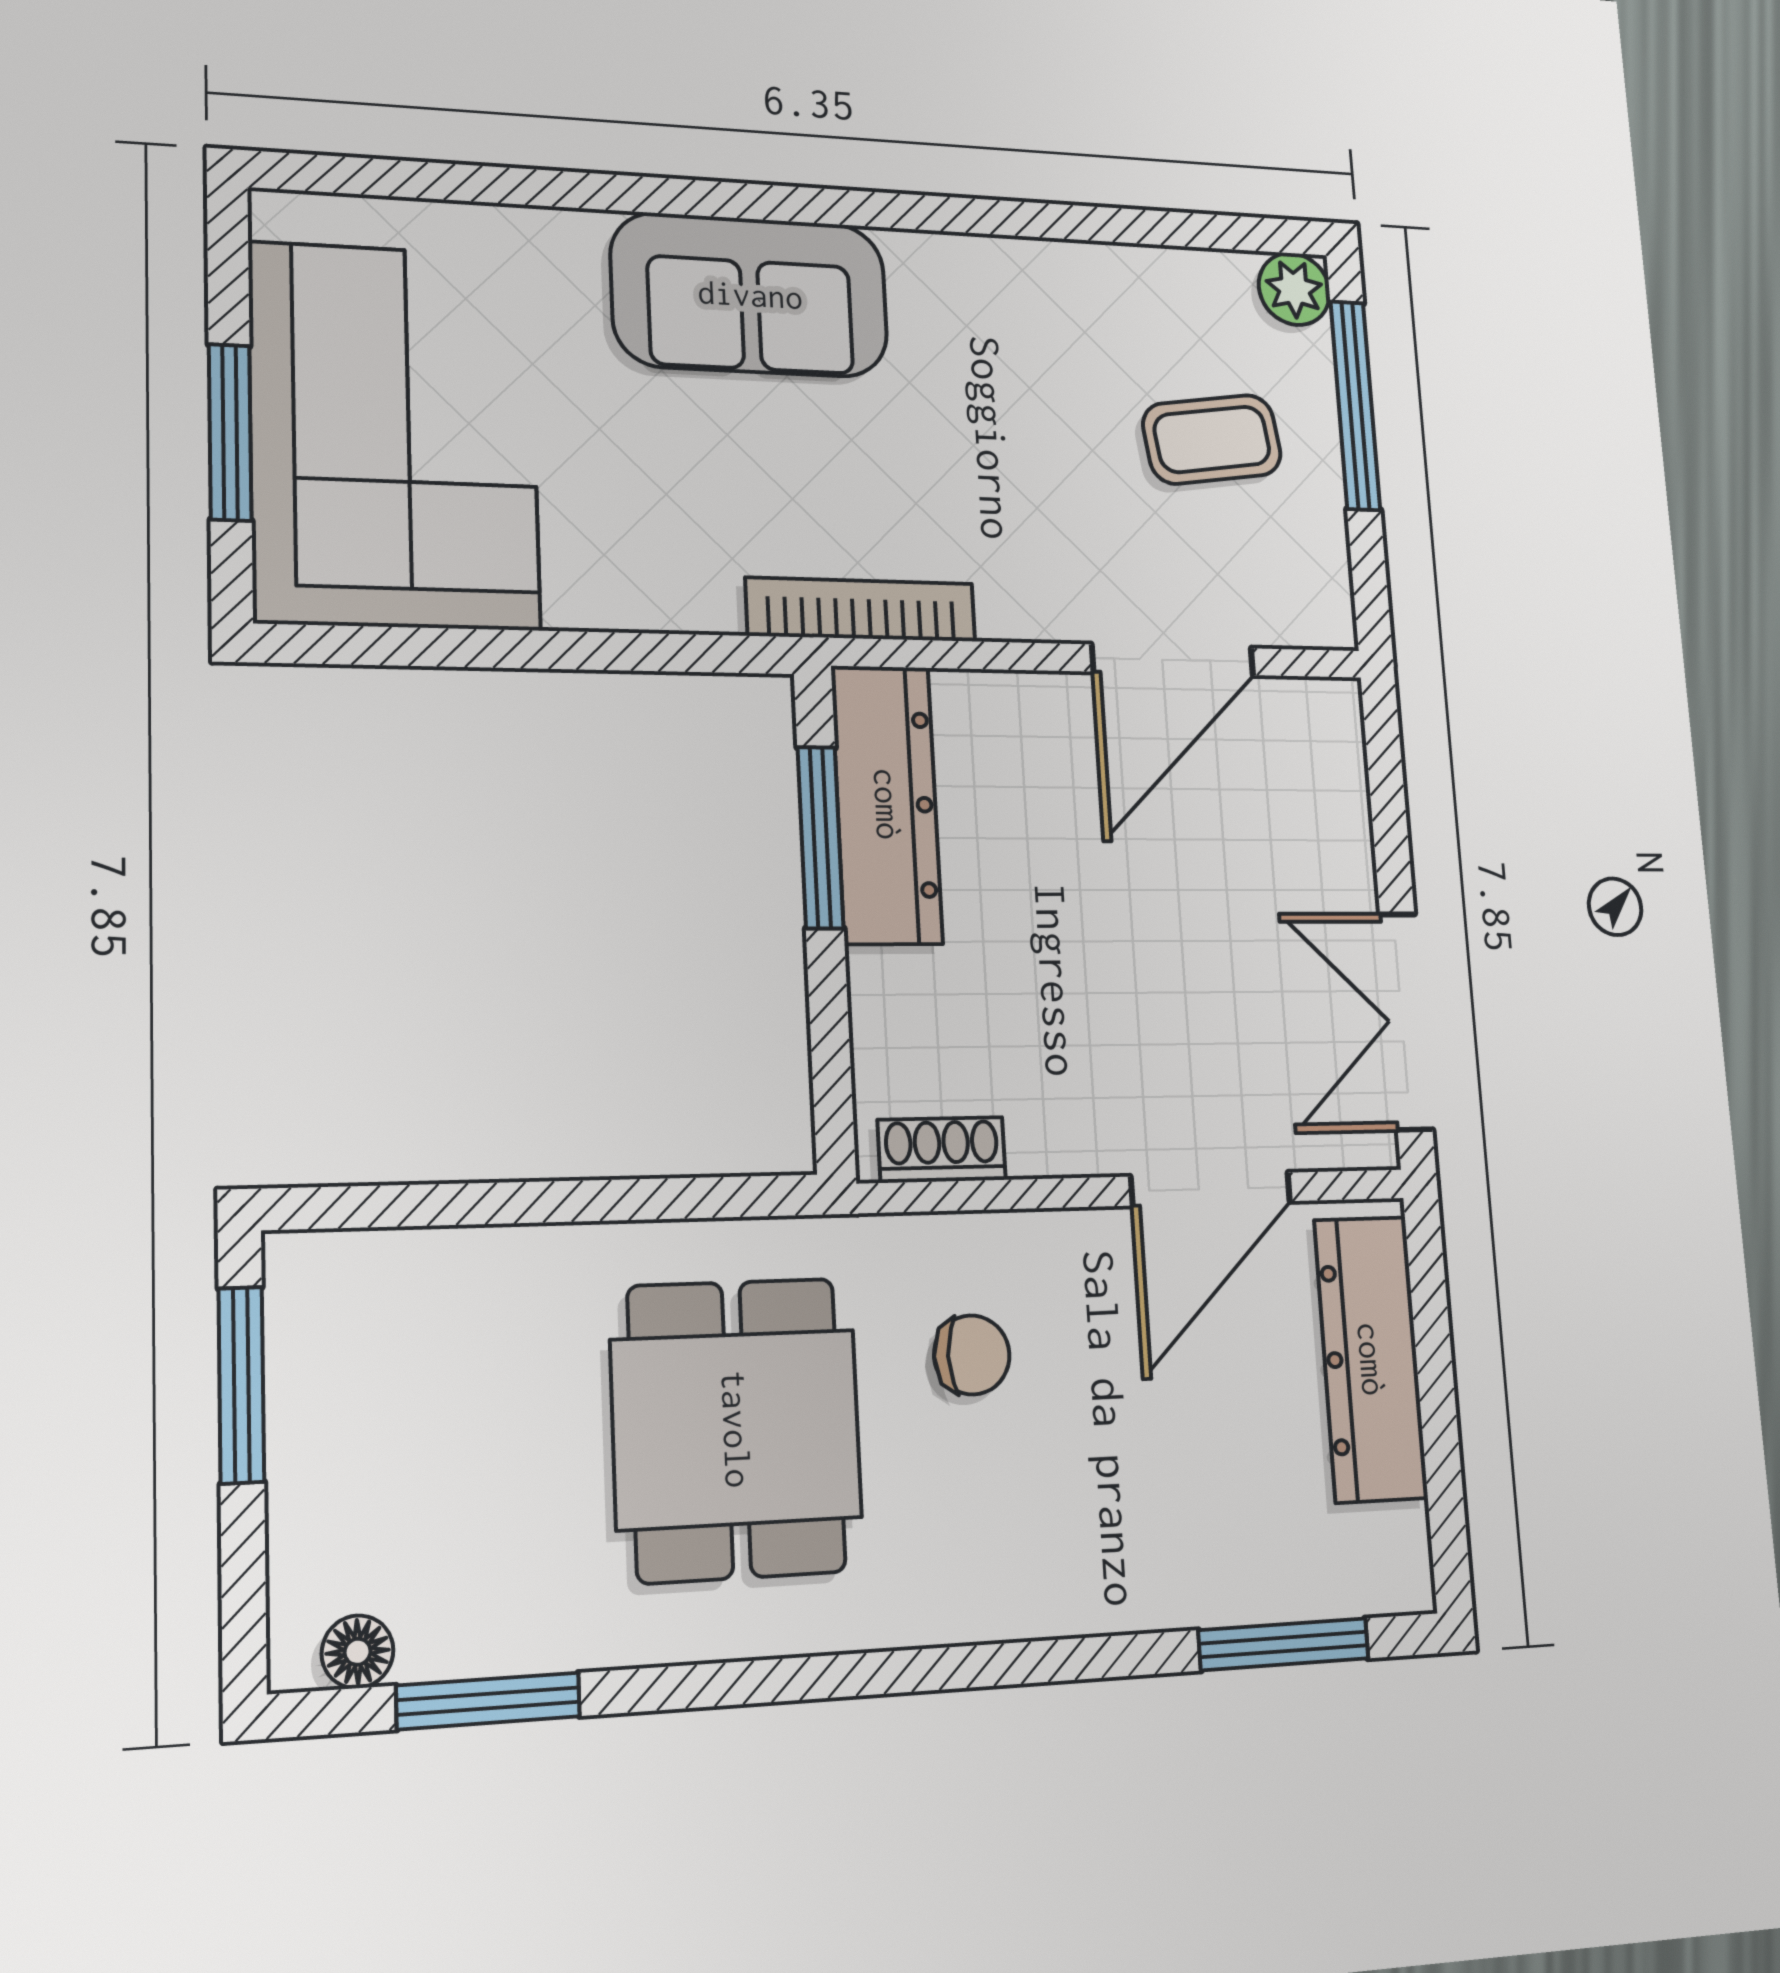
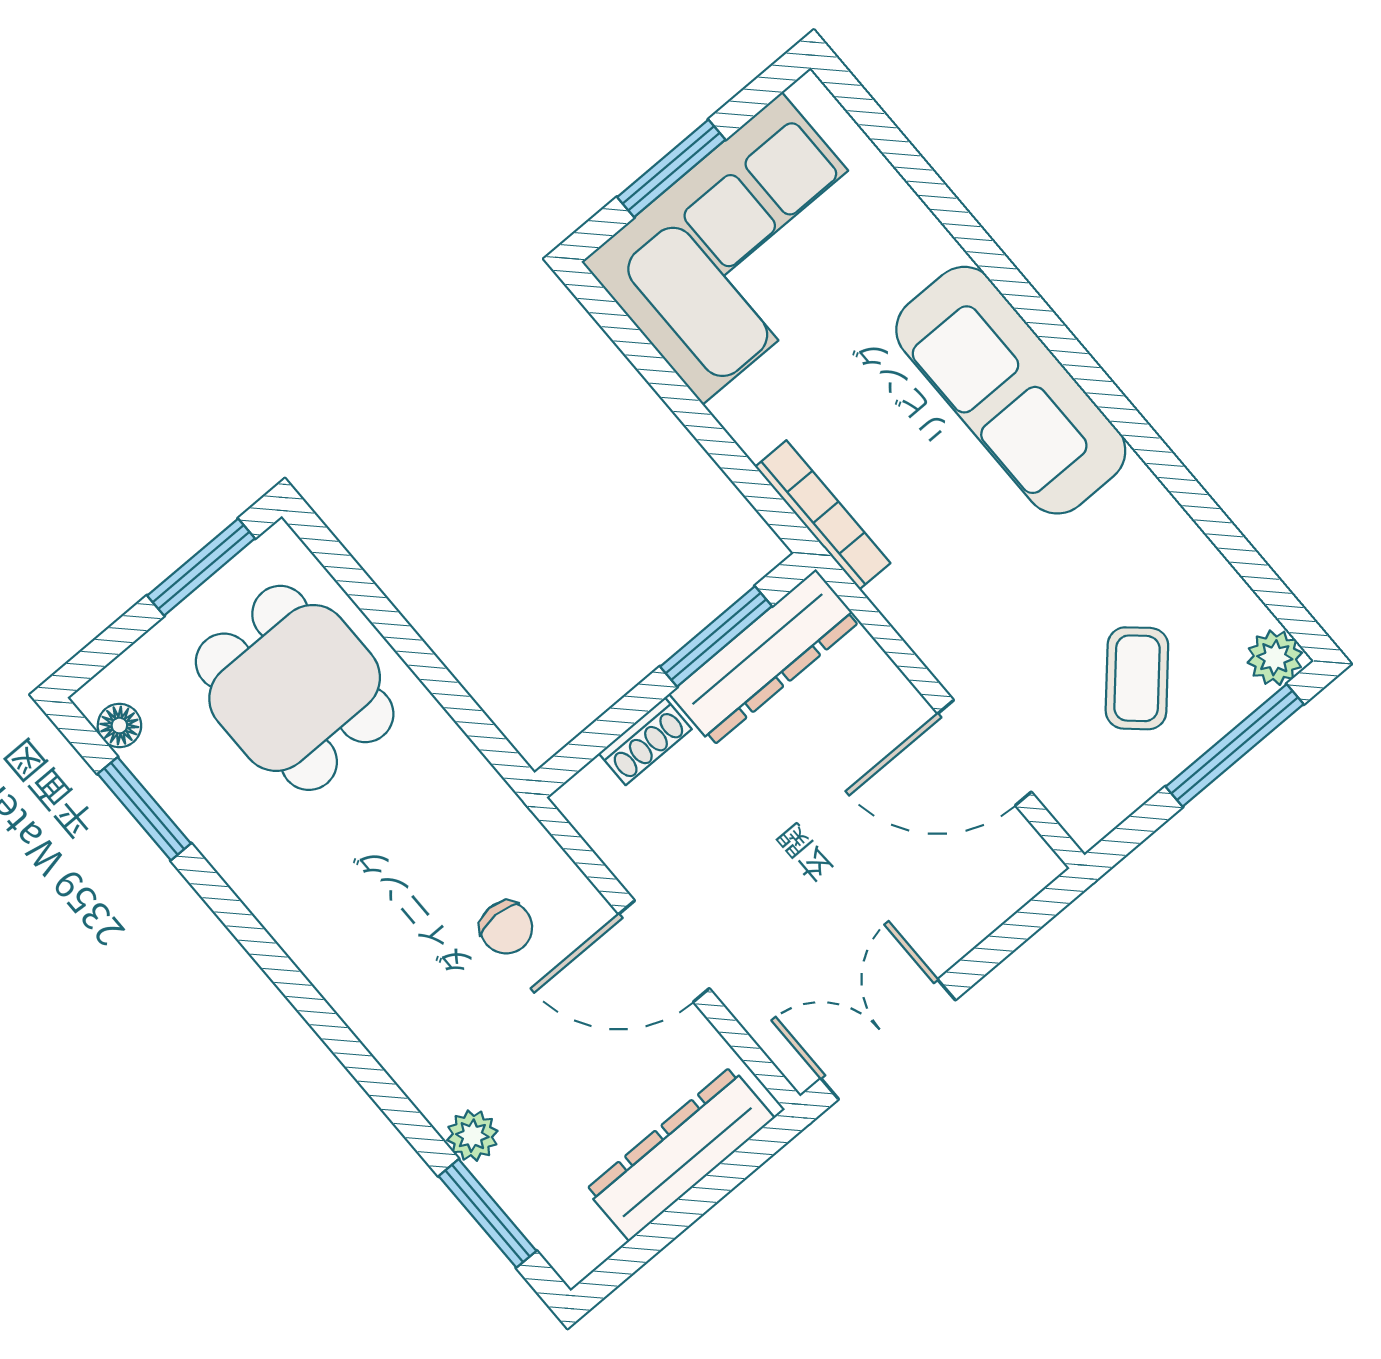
sofa: (750, 295) -> (1011, 390), width x1.36
coffee table: (1212, 439) -> (1137, 678), turned 50
bookcase: (861, 610) -> (823, 515), moved
shoe rack: (942, 1150) -> (645, 741), moved, turned 90
door: (1211, 1189) -> (664, 951), moved
dining table: (736, 1429) -> (295, 688), moved, turned 90
plant: (1183, 1591) -> (472, 1136), added

